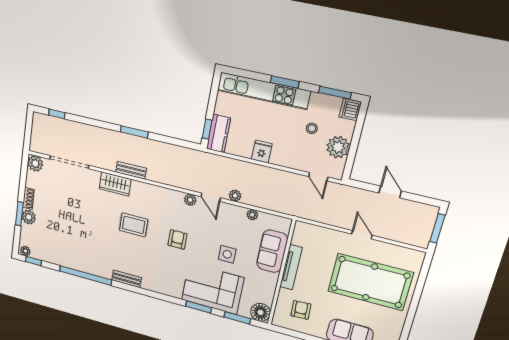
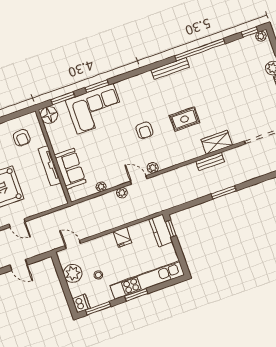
side table: (227, 254) -> (101, 144), removed
bench: (127, 279) -> (170, 68), width x1.36

